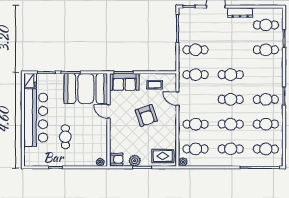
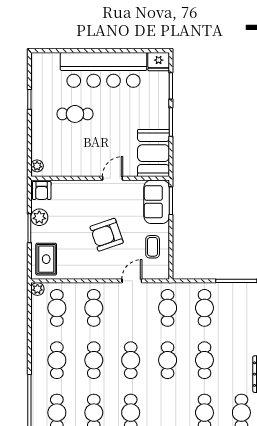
cafe table: (231, 50) -> (204, 360), added
booth: (86, 89) -> (153, 153), width x0.73, depth x0.70

